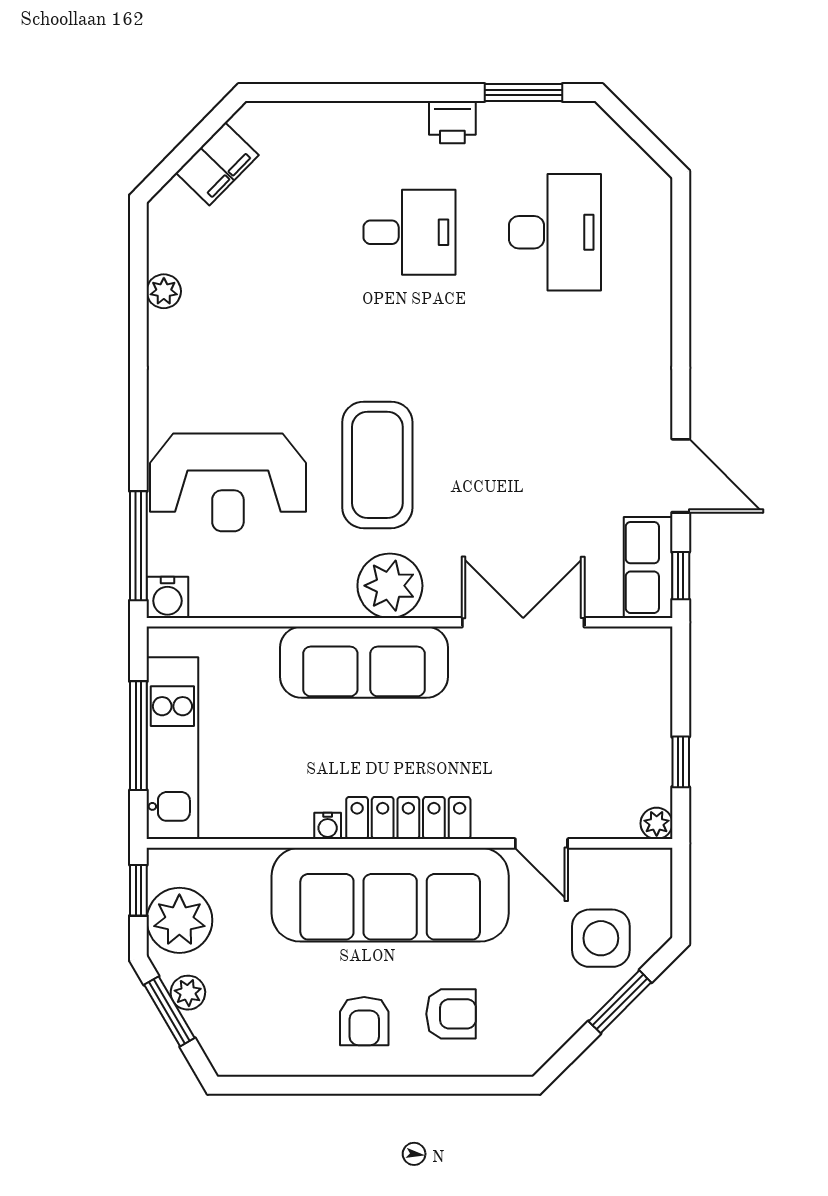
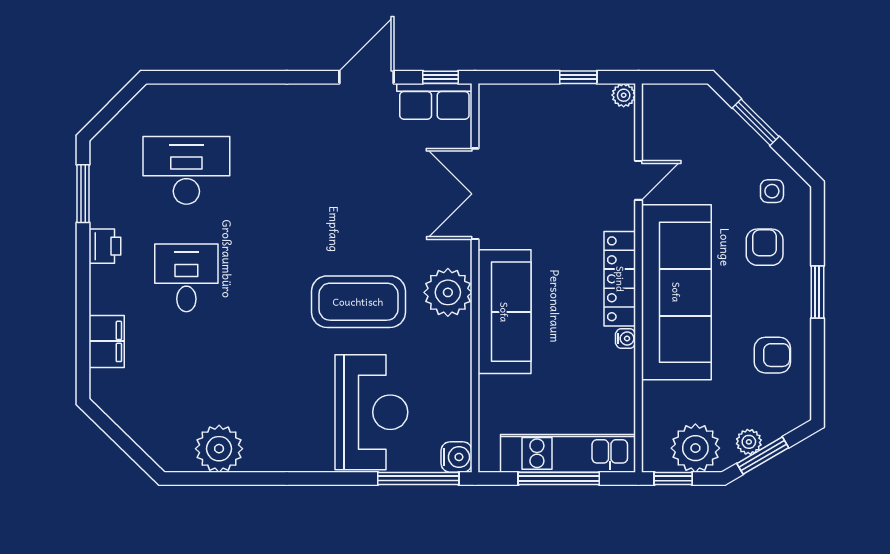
filing cabinet: (217, 164) -> (107, 341), moved, turned 46
plant: (164, 291) -> (219, 449), width x1.87, depth x1.87
side table: (601, 938) -> (772, 191), moved, width x0.54, depth x0.54
armchair: (364, 1021) -> (772, 355), moved
window: (390, 1085) -> (817, 292), added

